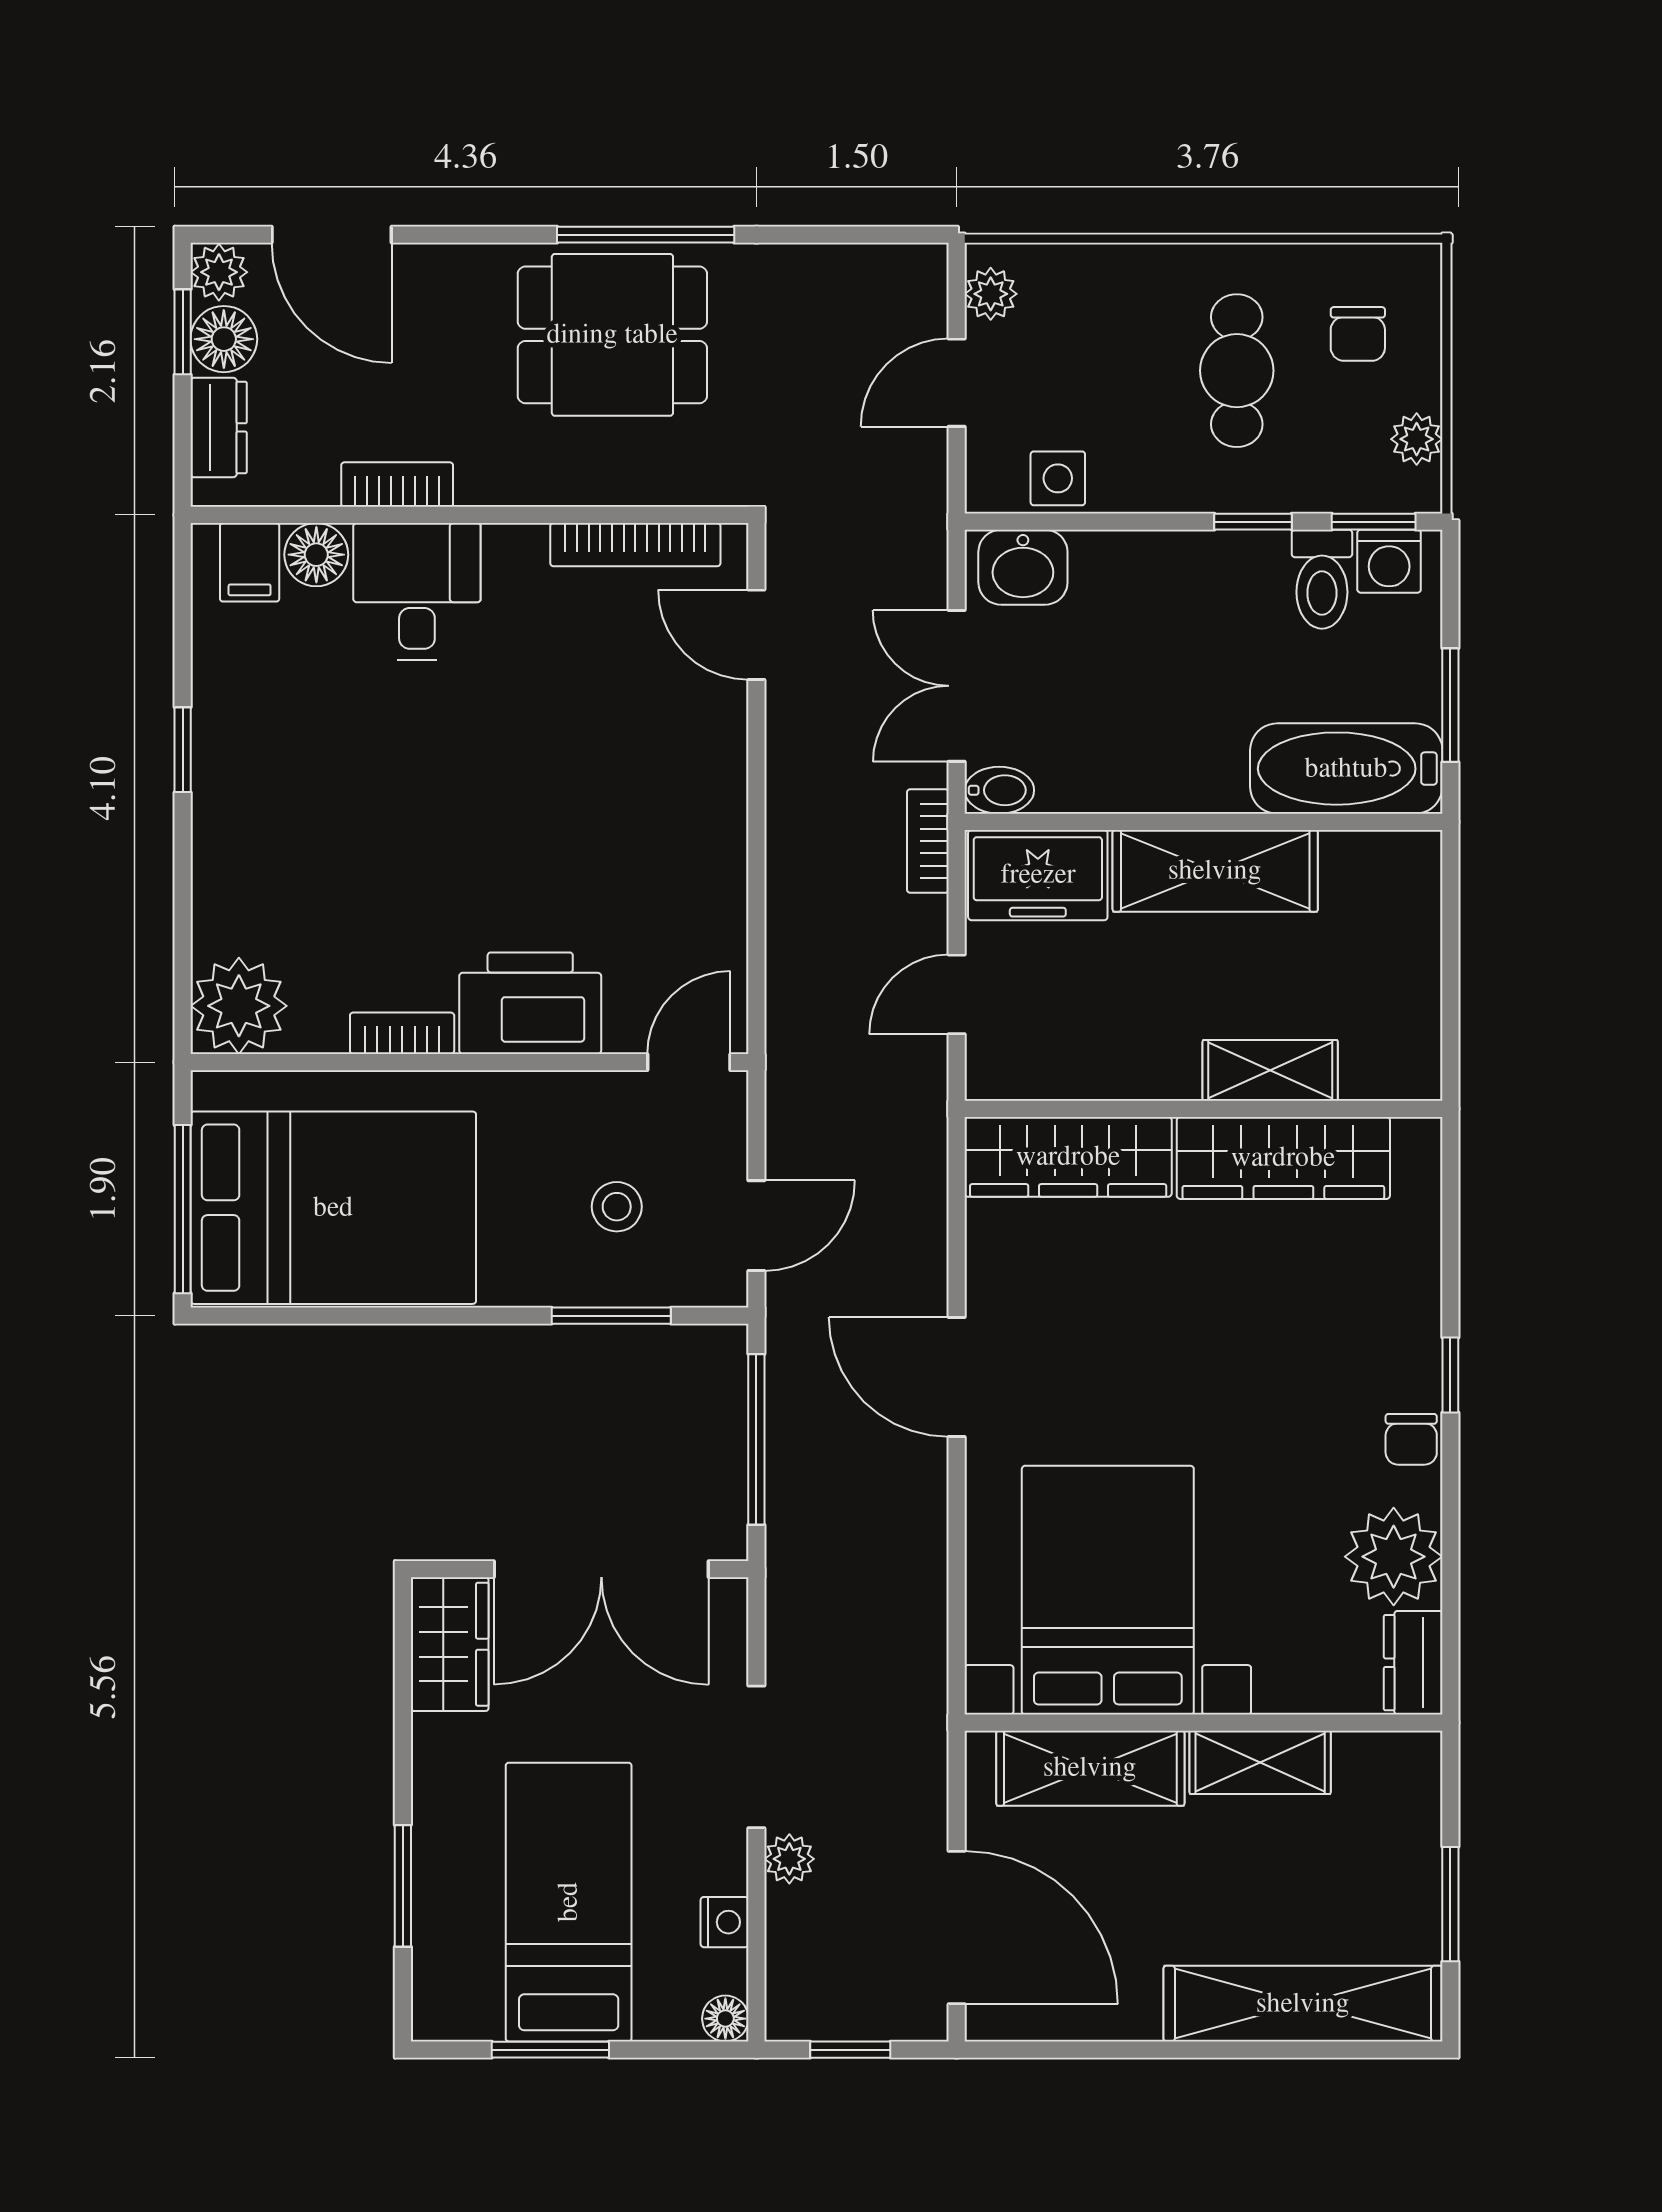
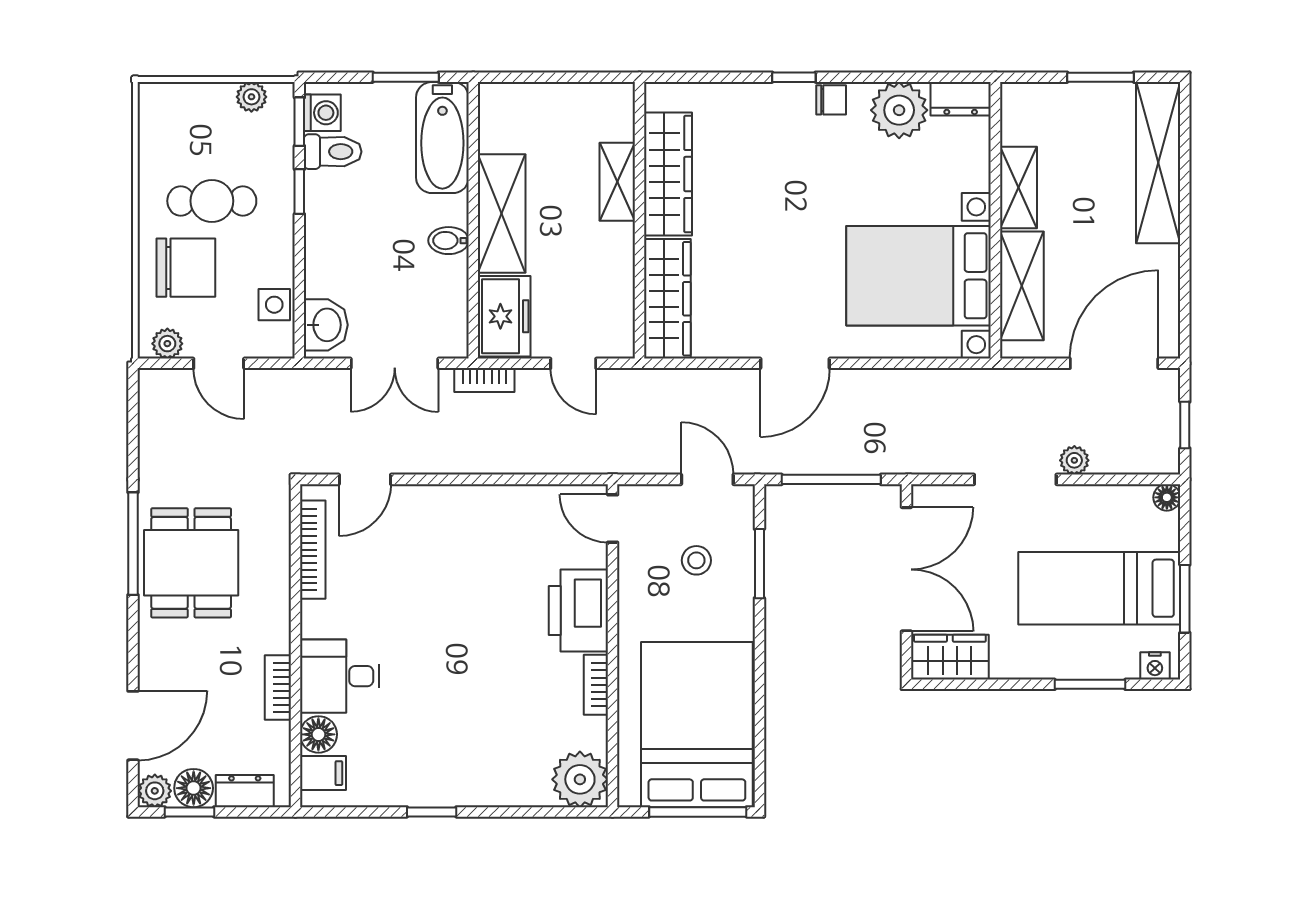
chair: (1358, 334) -> (186, 268), moved, width x1.87, depth x1.87
bidet: (999, 790) -> (449, 241), moved, turned -90
nightstand: (725, 1922) -> (1155, 666), moved, turned 180

